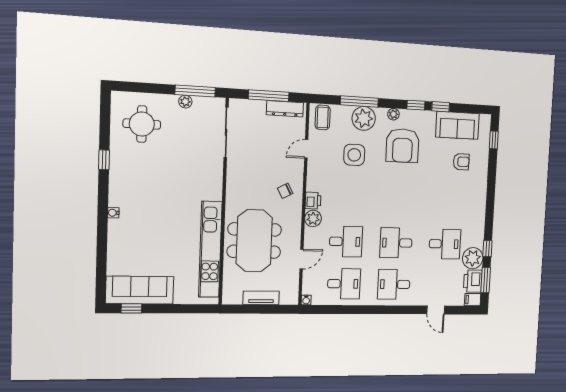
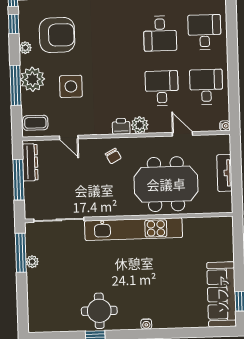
round table: (142, 124) -> (99, 311), moved
kitchen unit: (210, 249) -> (134, 229), moved
desk: (394, 284) -> (204, 32), turned 180

